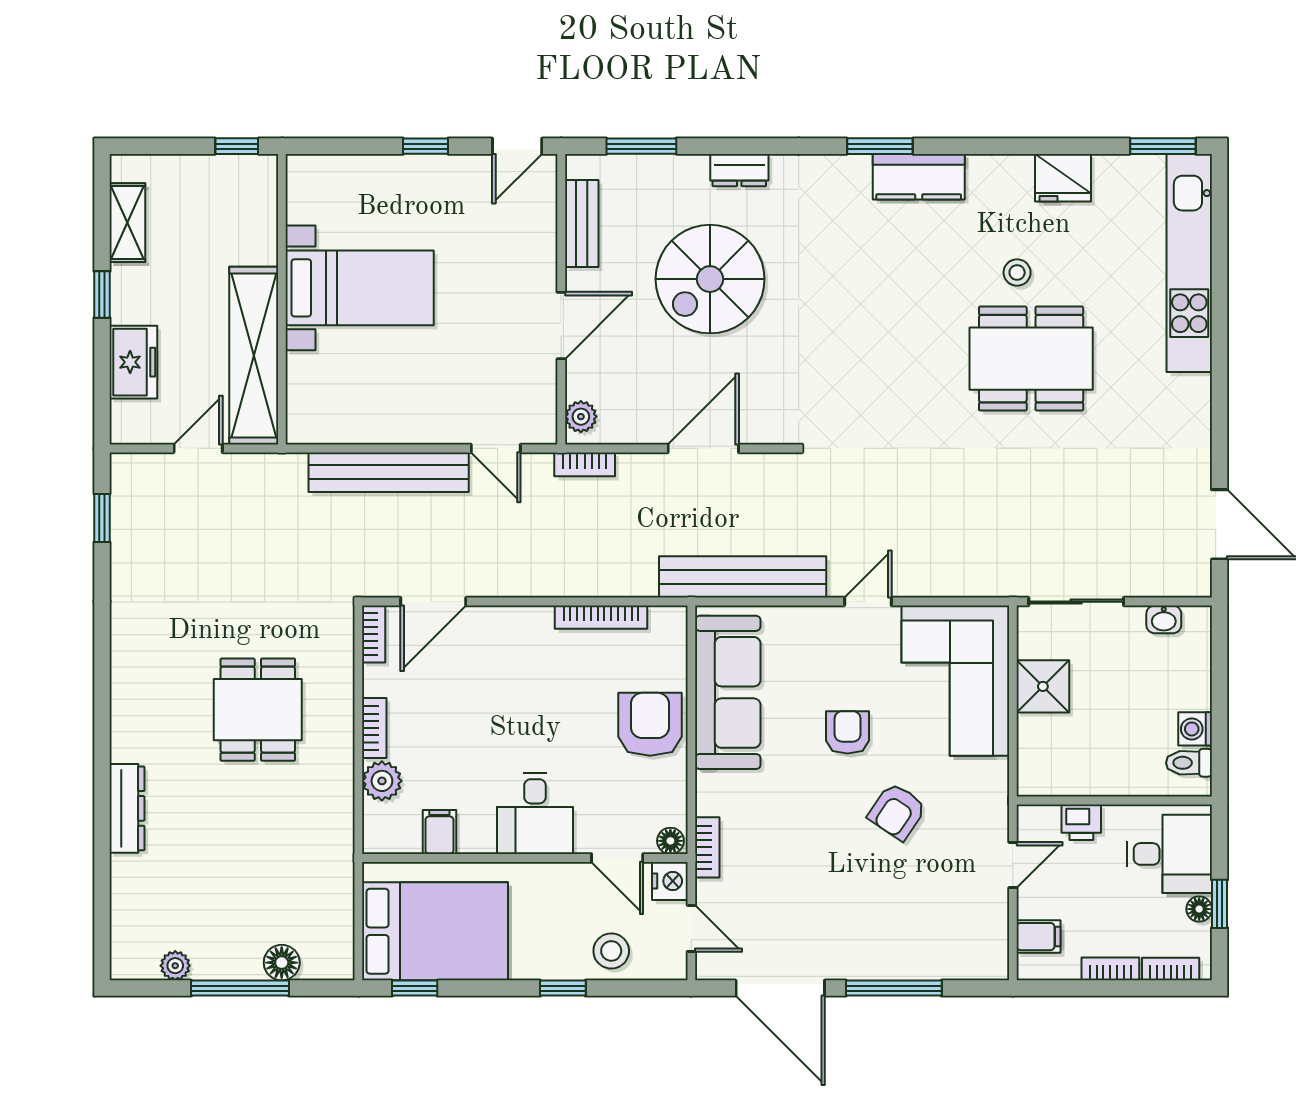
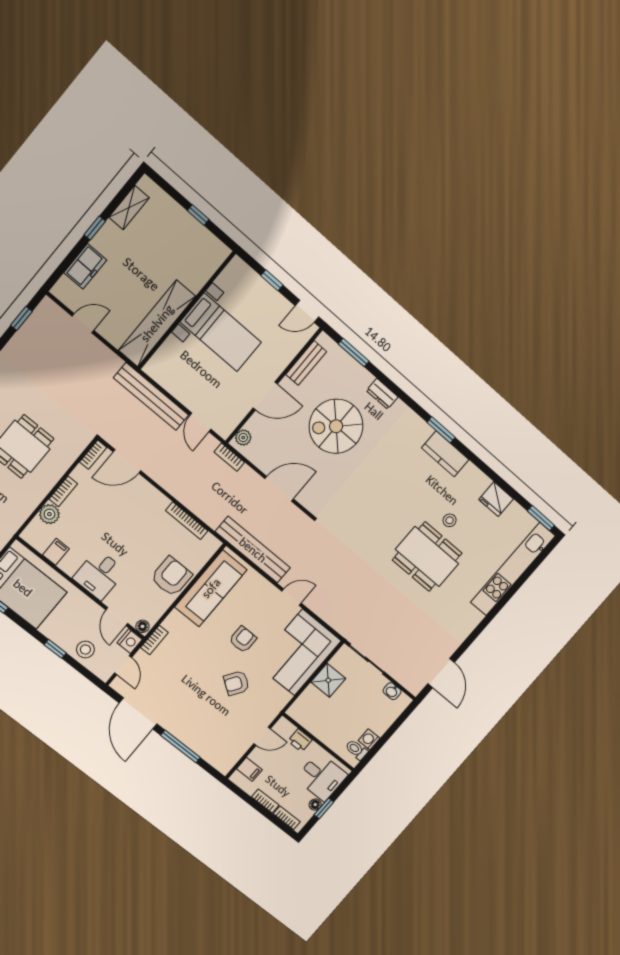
bed with nightstands: (360, 288) -> (221, 332), moved
wall: (282, 299) -> (187, 310), moved
shelving: (254, 356) -> (157, 323), moved

